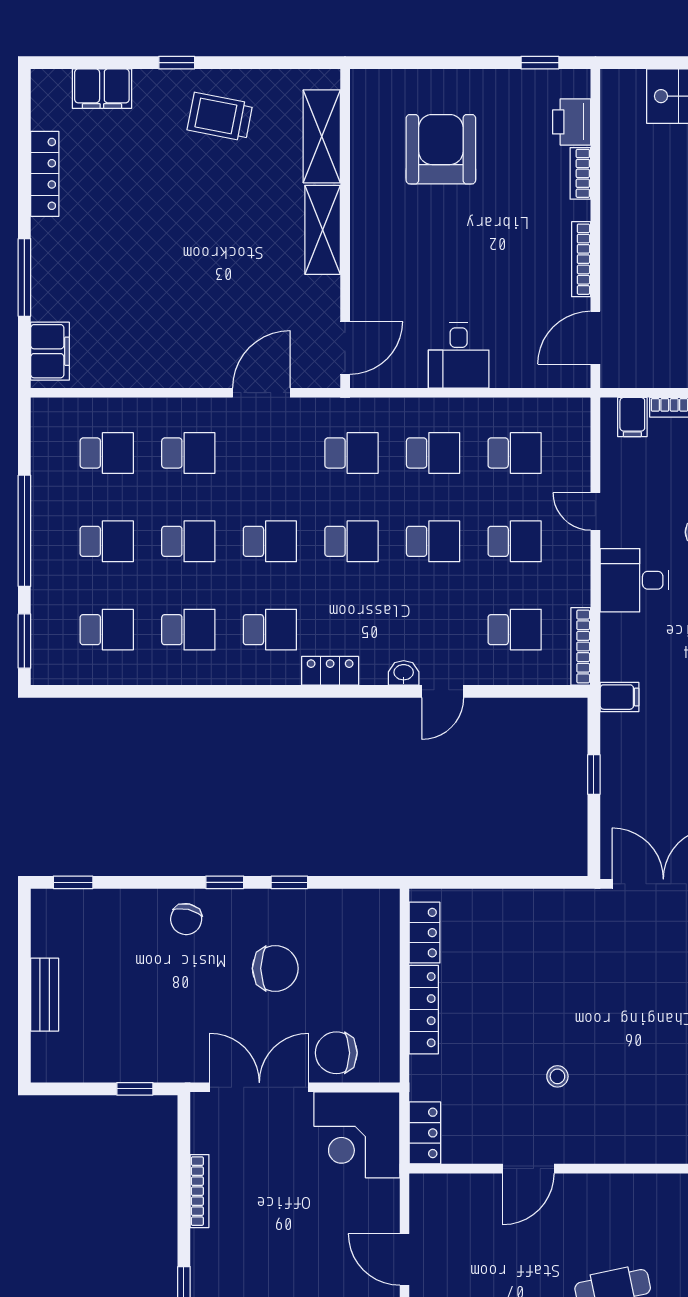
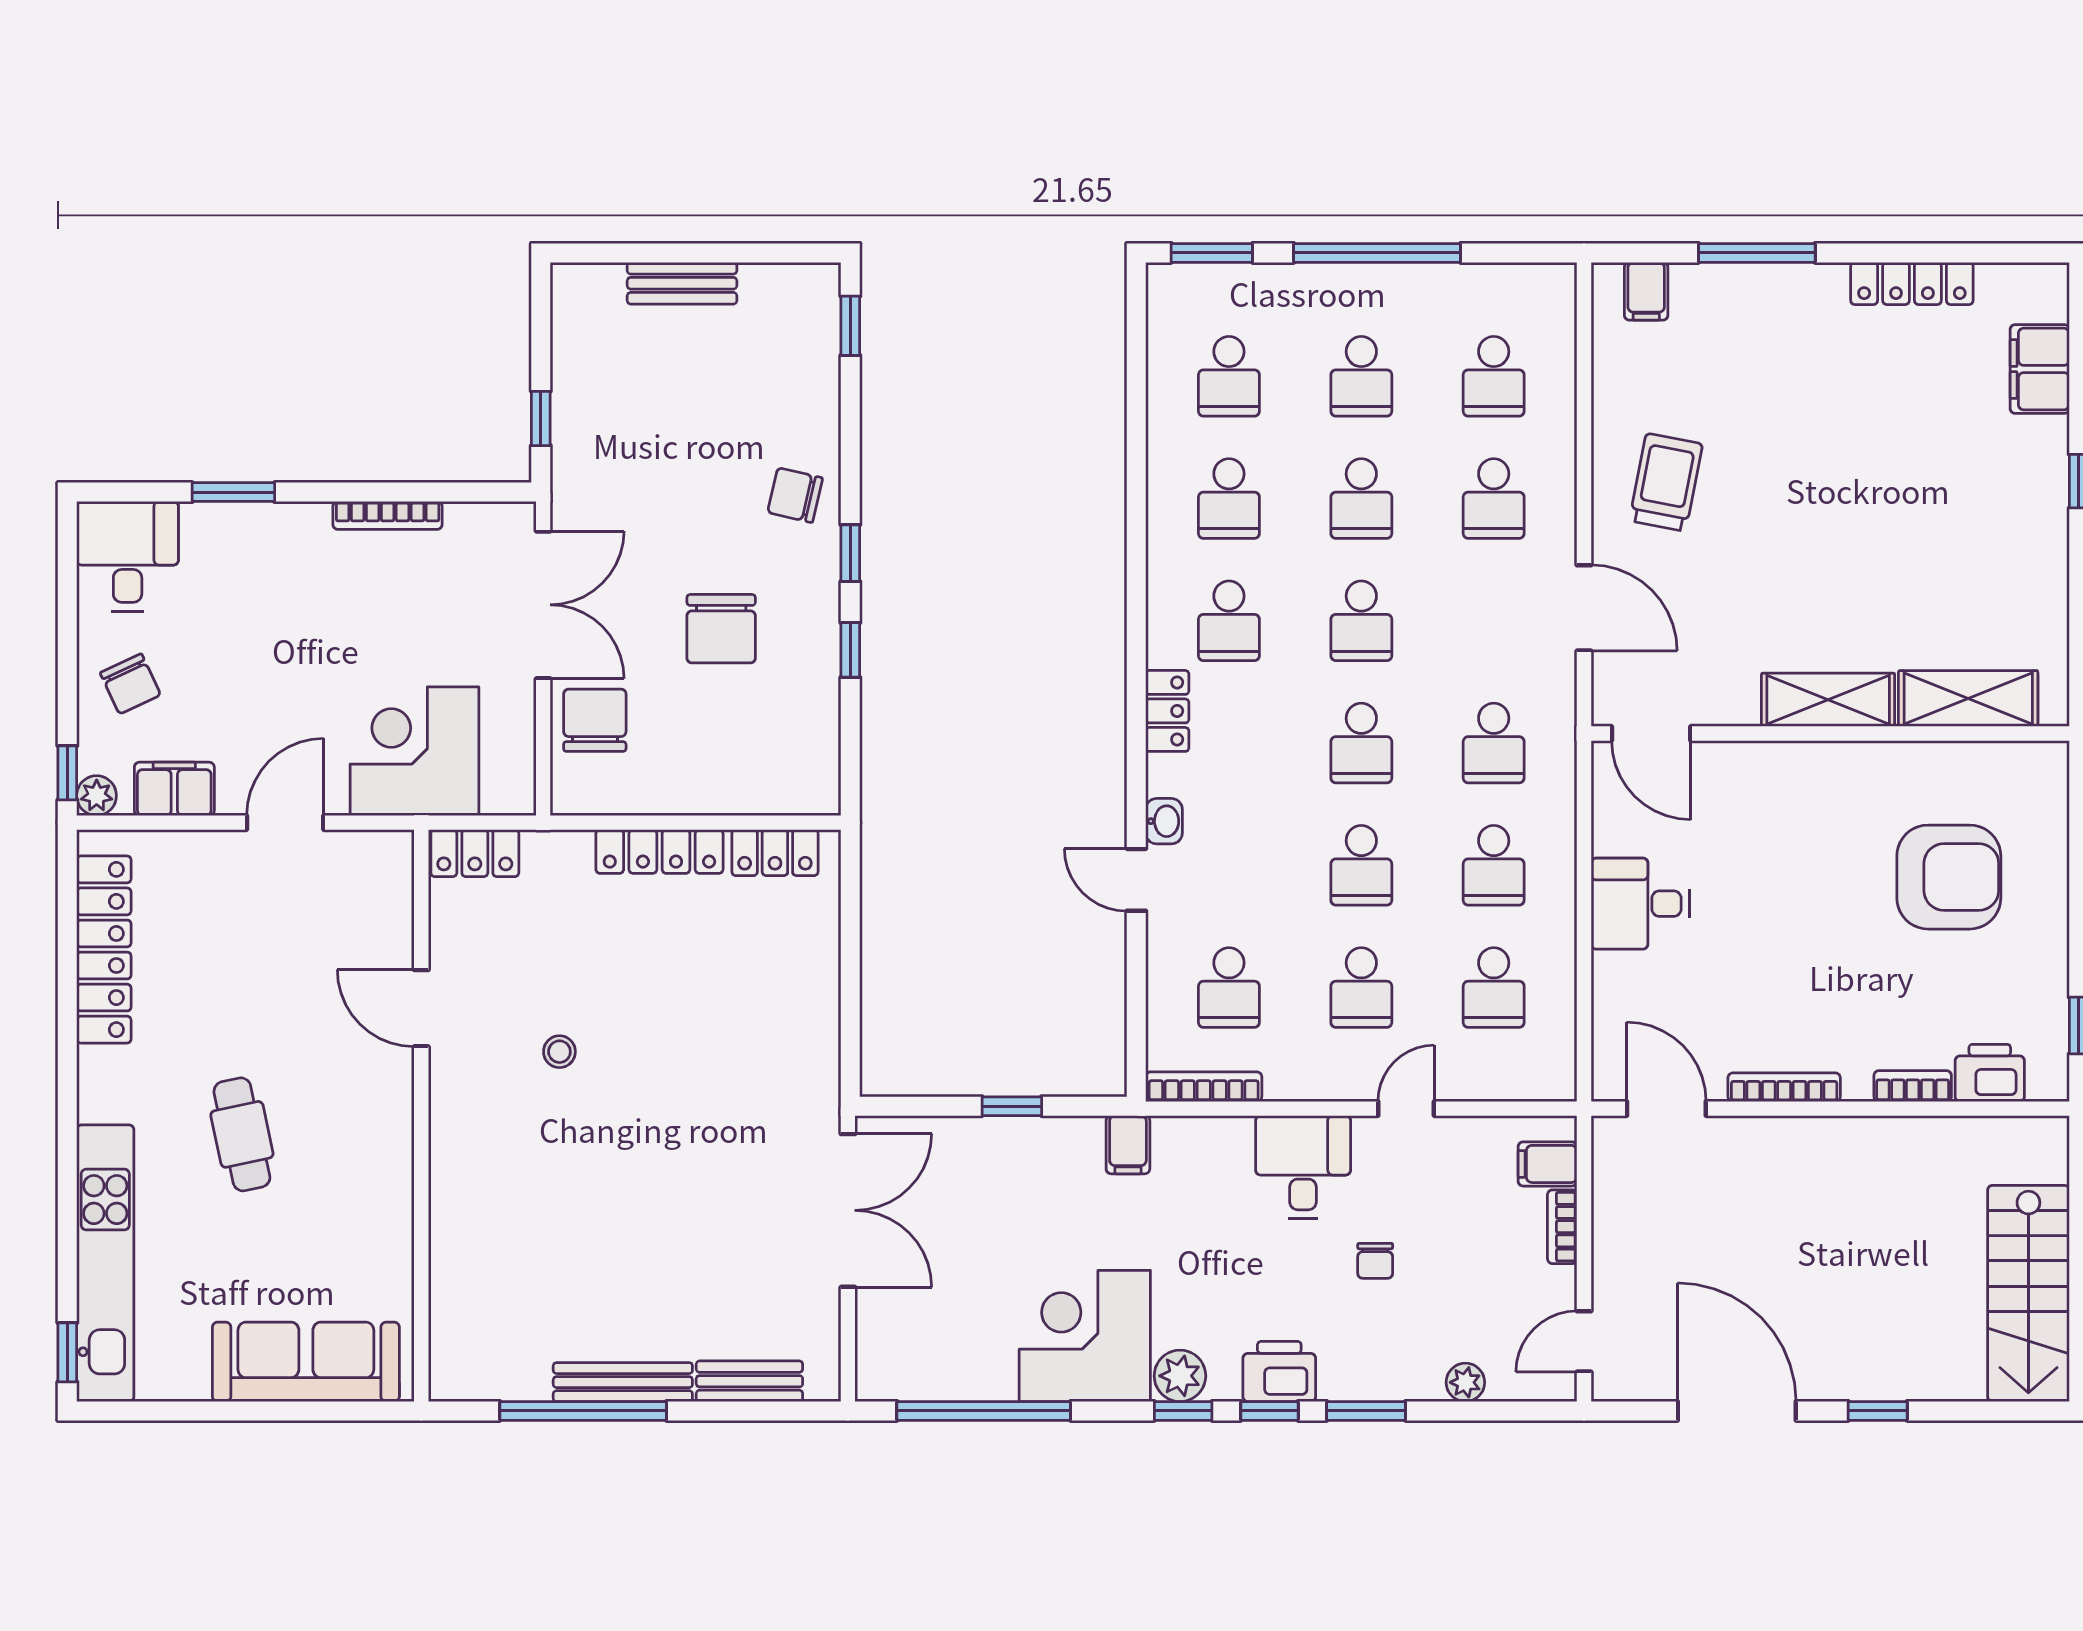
trolley: (220, 117) -> (1666, 482), moved
filing cabinet: (50, 351) -> (1646, 291), width x0.50
corner desk: (357, 1135) -> (414, 751), moved

